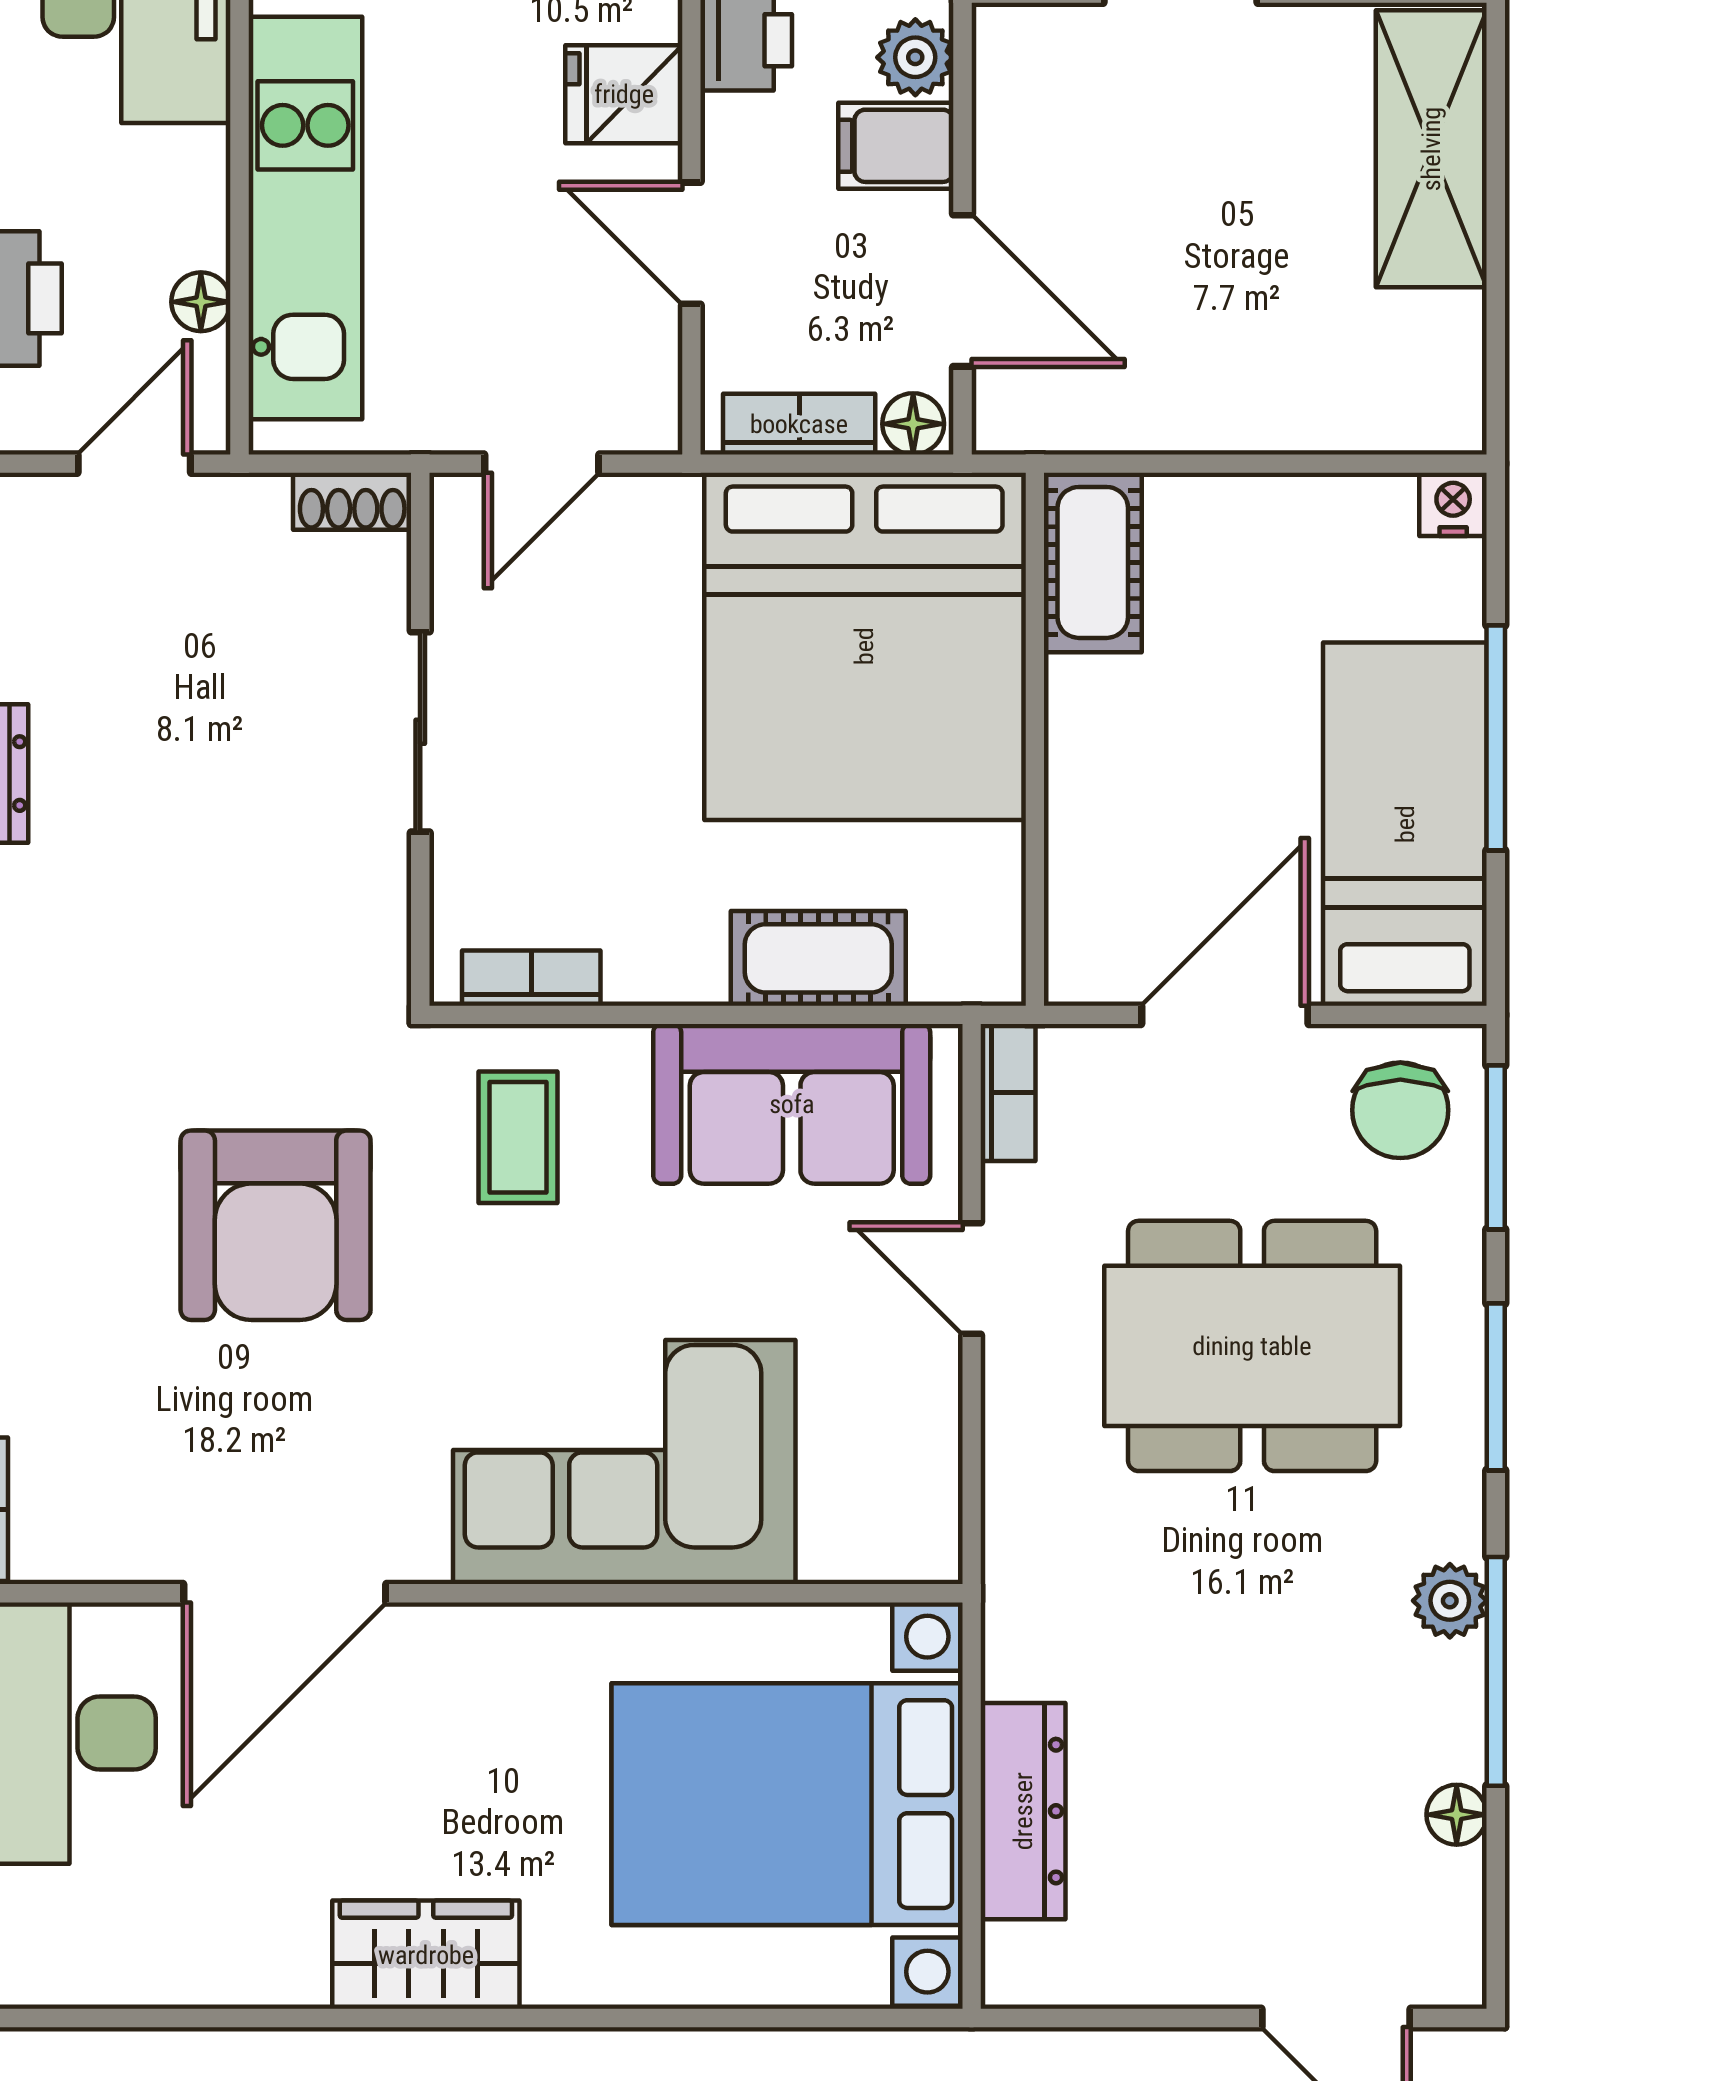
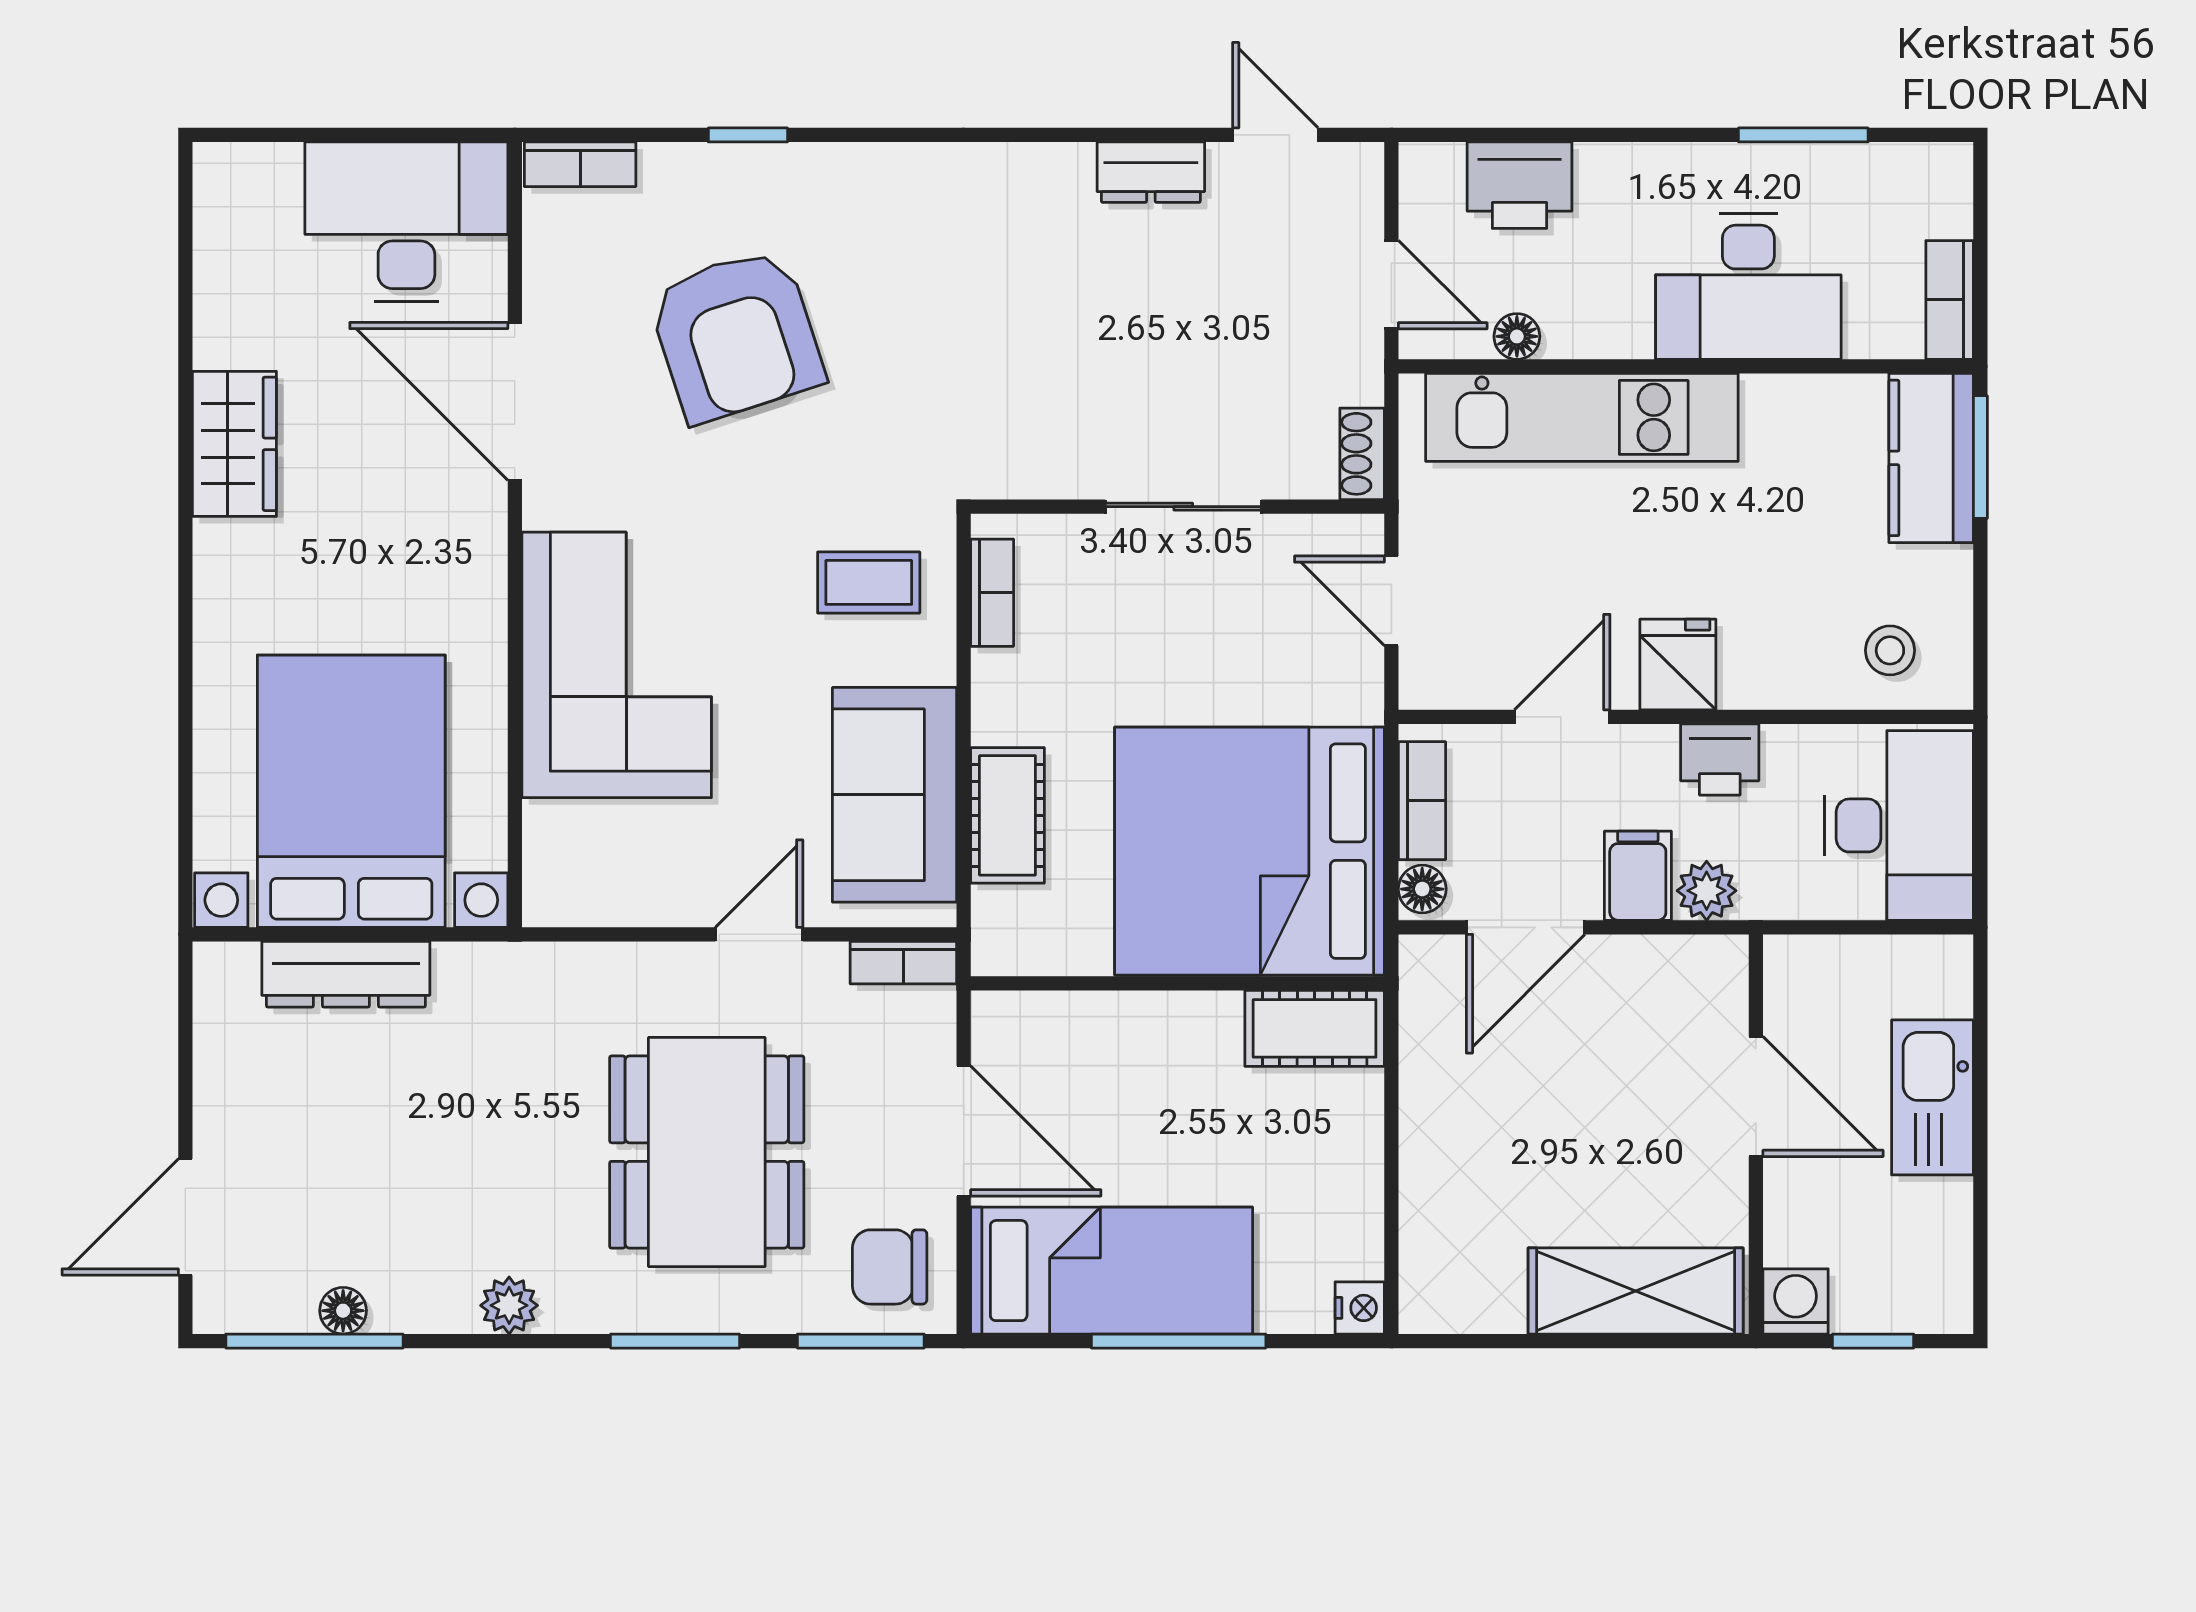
armchair: (276, 1225) -> (736, 335), moved, turned -108
window: (1496, 1671) -> (314, 1341), moved
wardrobe: (426, 1955) -> (234, 444), moved

